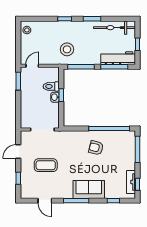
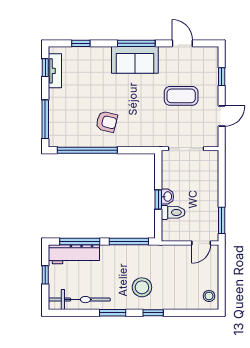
stool: (67, 49) -> (142, 287), moved
sofa: (89, 189) -> (135, 60), moved

